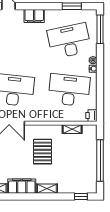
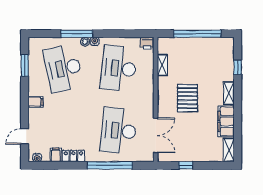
filing cabinet: (34, 16) -> (36, 102), width x0.50
window: (100, 29) -> (77, 34), moved
pallet: (42, 152) -> (187, 98), turned 90
window: (81, 196) -> (238, 67), moved

